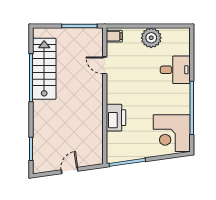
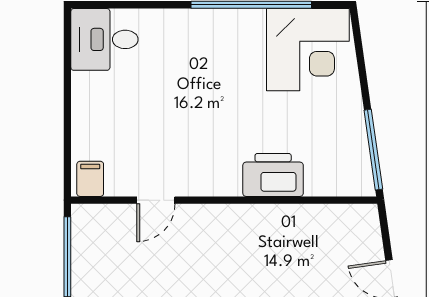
plant: (151, 38) -> (94, 96), removed
desk: (175, 70) -> (104, 39), moved, turned -90

